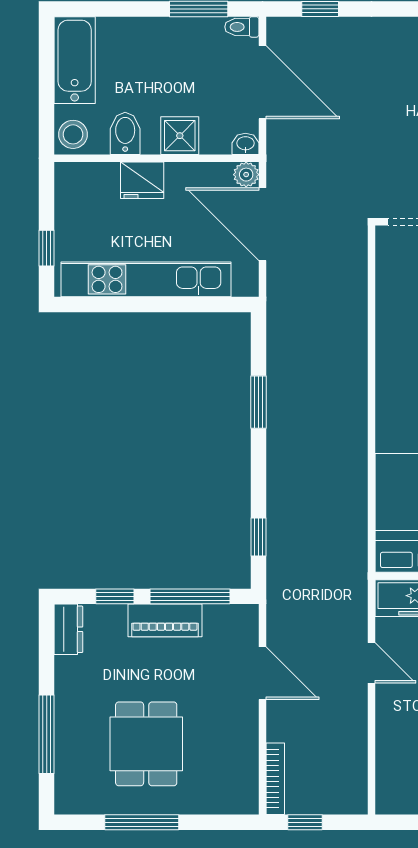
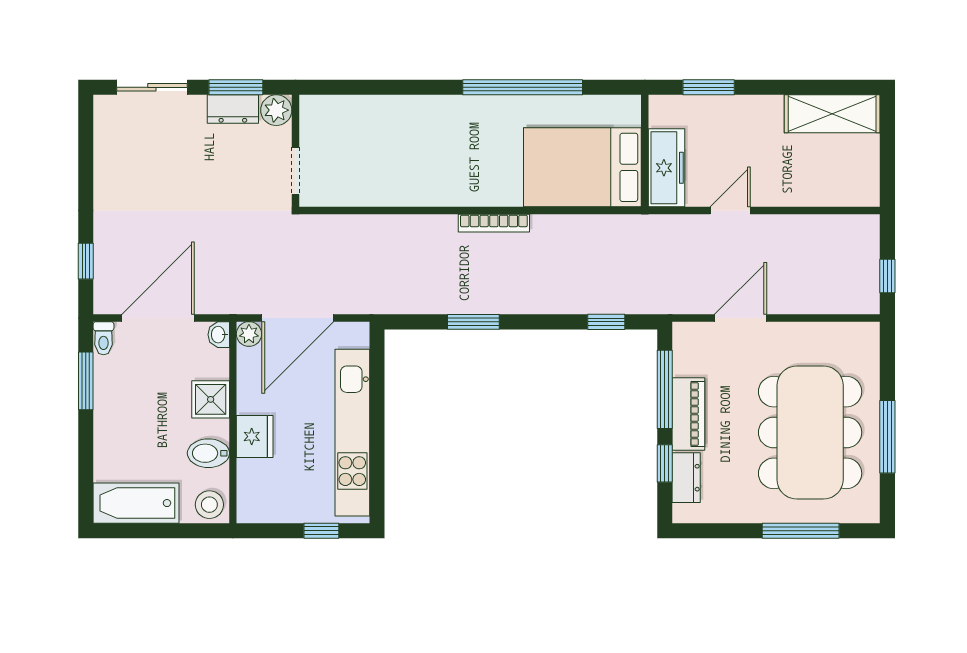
dresser: (68, 629) -> (686, 478), moved, turned 90
dining table: (146, 744) -> (810, 432), width x1.88, depth x1.24
bookcase: (275, 779) -> (494, 223), moved, turned 180

